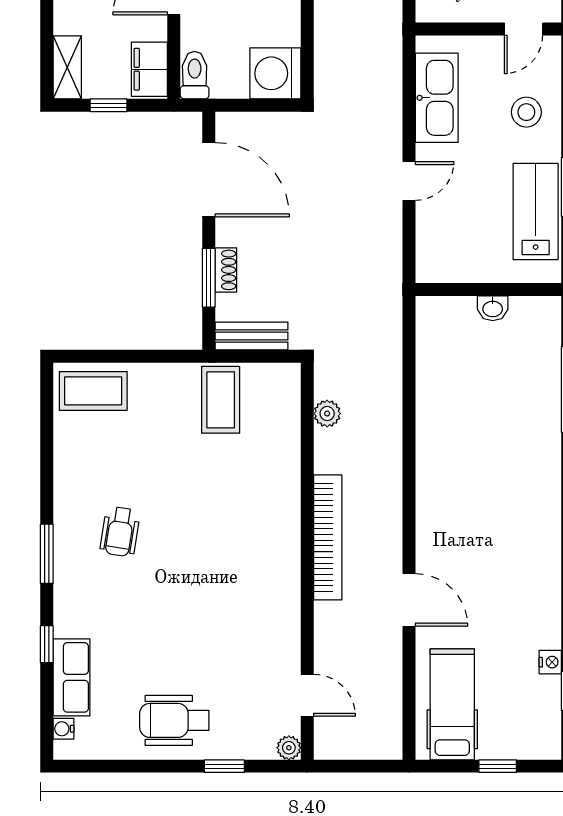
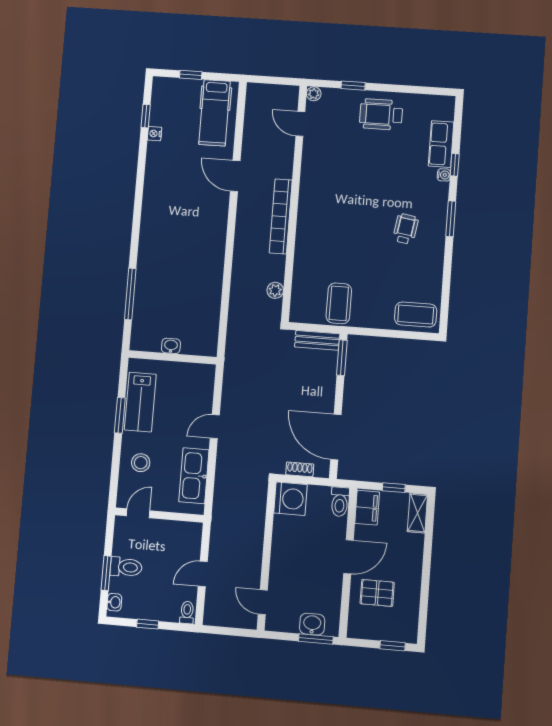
shoe rack: (226, 270) -> (300, 469), moved, turned 90
window: (209, 278) -> (342, 358), moved
wheelchair: (174, 720) -> (381, 114), turned 180
water cooler: (63, 729) -> (444, 175), moved

